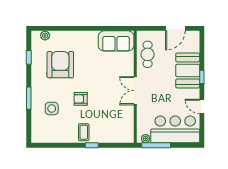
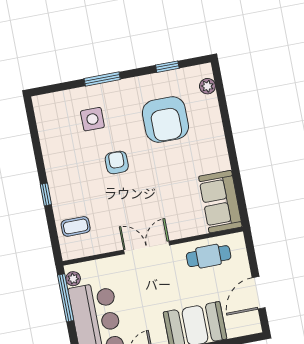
door: (175, 28) -> (259, 293), hinge flipped
armchair: (60, 65) -> (165, 120), turned 90
coffee table: (84, 132) -> (76, 226), moved

